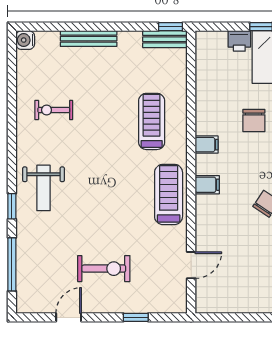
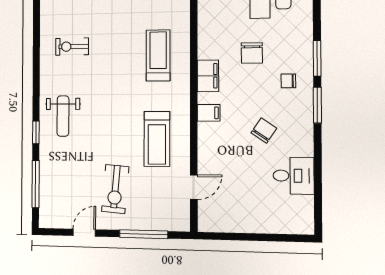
filing cabinet: (207, 145) -> (208, 76), width x2.00
treadmill: (169, 194) -> (157, 139), moved, turned 180
exercise bike: (104, 269) -> (115, 189), turned 95
window: (136, 317) -> (144, 234), width x2.17

